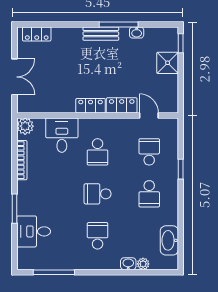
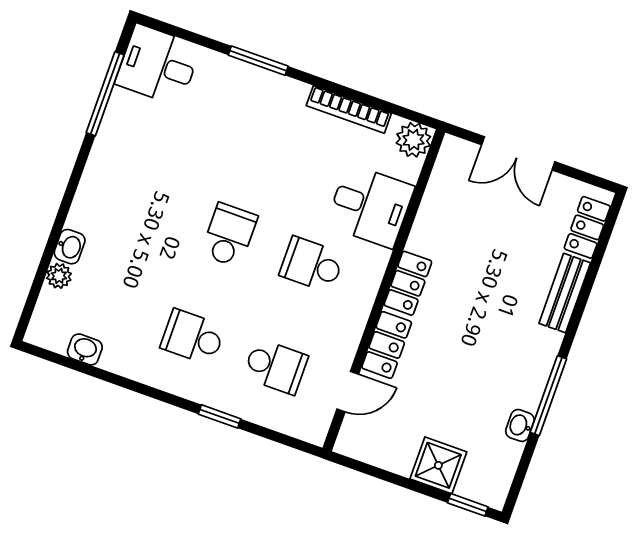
bench: (101, 34) -> (565, 293), moved
desk: (34, 231) -> (158, 65), moved, turned -90
school desk: (98, 236) -> (146, 206), removed
washbasin: (169, 240) -> (85, 349), width x0.52, depth x0.69

